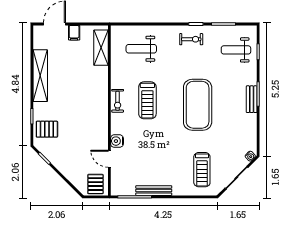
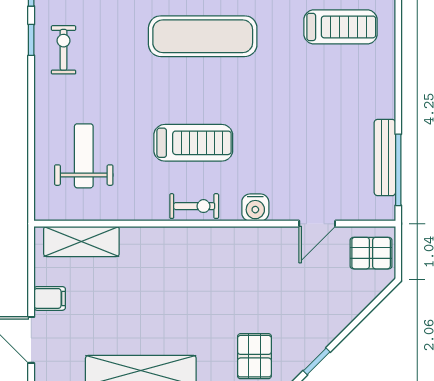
weight bench: (141, 49) -> (84, 156), turned 180
exercise mat: (198, 105) -> (203, 36), width x0.68
water cooler: (117, 141) -> (255, 207), moved
bench: (154, 191) -> (385, 158), moved

